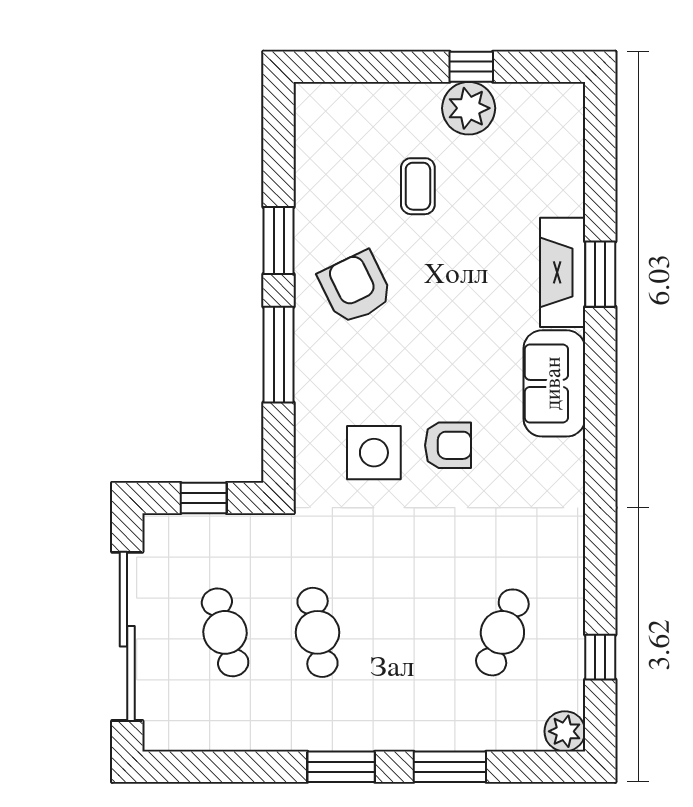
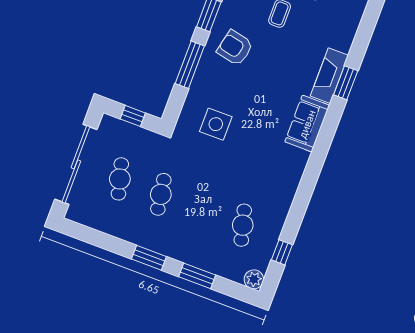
armchair: (355, 288) -> (235, 48), turned -52
armchair: (448, 445) -> (250, 133), removed
cafe table: (502, 632) -> (243, 225), turned -36

